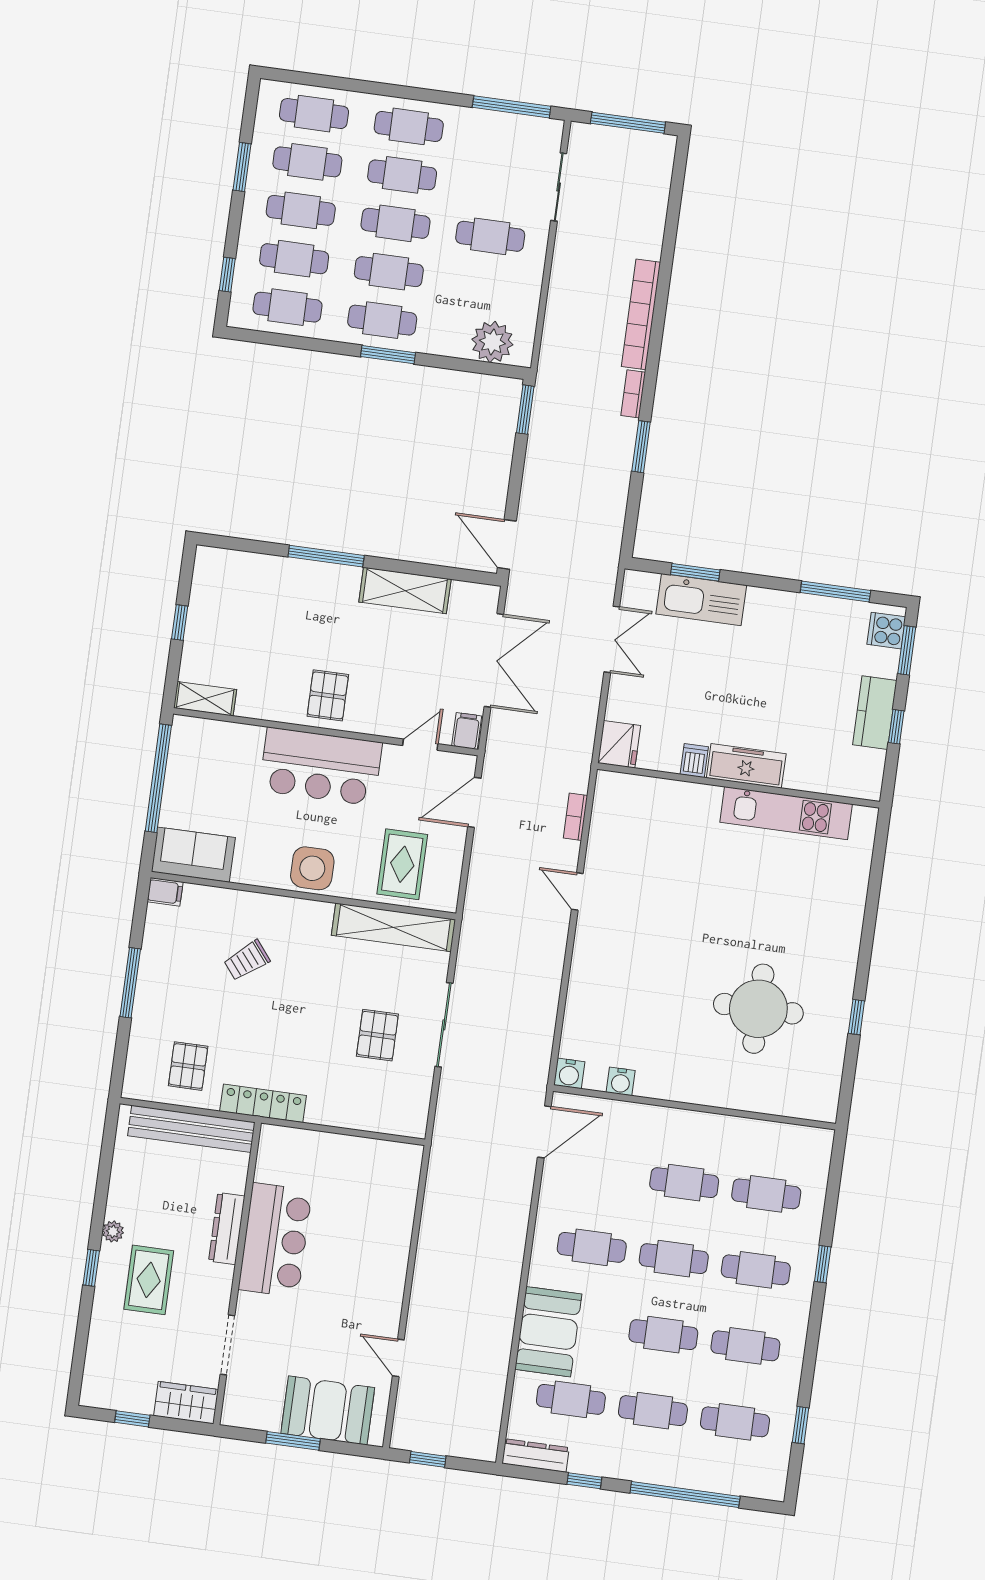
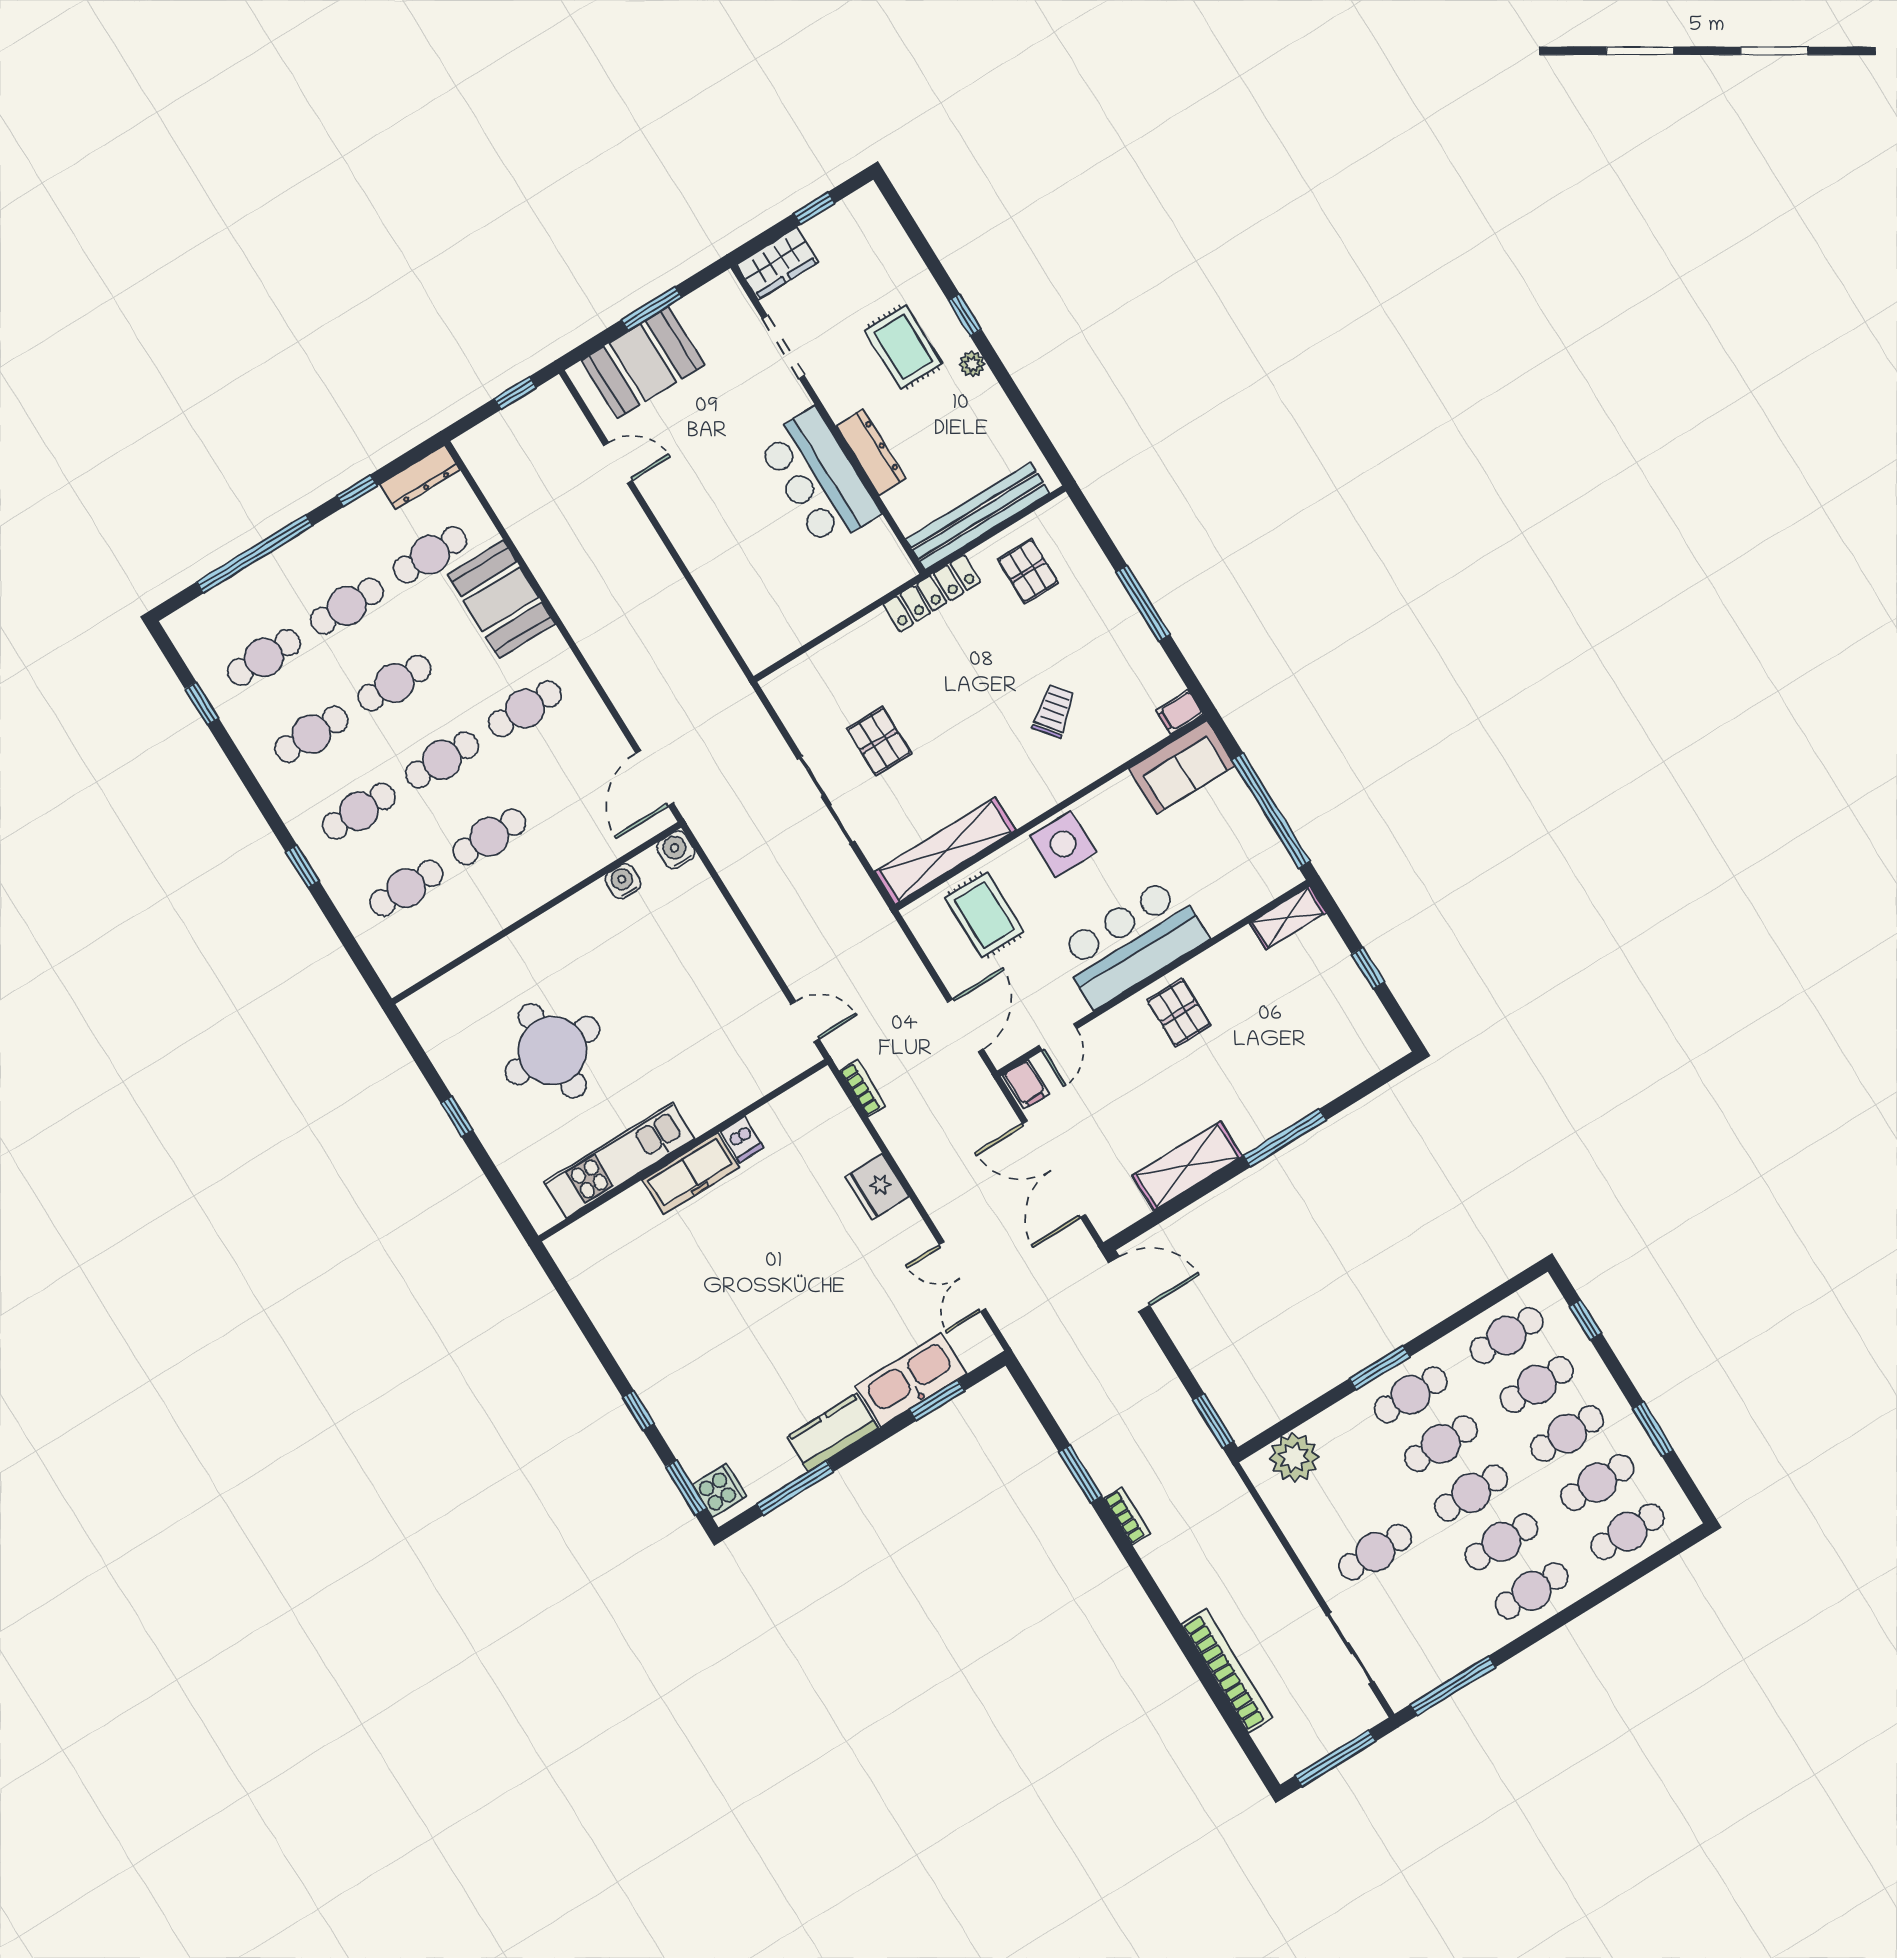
bookcase: (641, 314) -> (1227, 1671), moved
kitchen counter: (875, 713) -> (833, 1433), moved, turned -90
dishwasher: (694, 761) -> (742, 1140), moved
freezer: (746, 766) -> (691, 1174), moved
wall: (739, 785) -> (683, 1150), moved
kitchen unit: (786, 813) -> (619, 1161), moved

